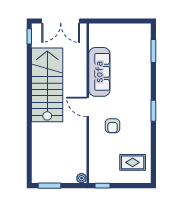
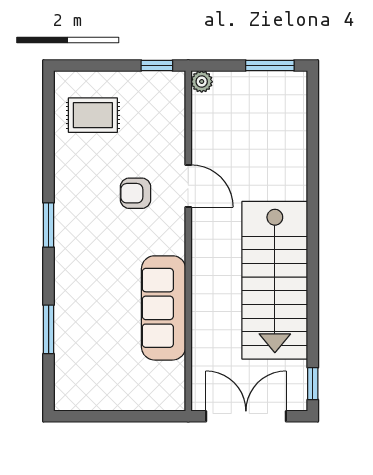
window: (153, 51) -> (49, 329), moved
door: (88, 107) -> (188, 186), moved
armchair: (113, 126) -> (136, 193), turned -90

